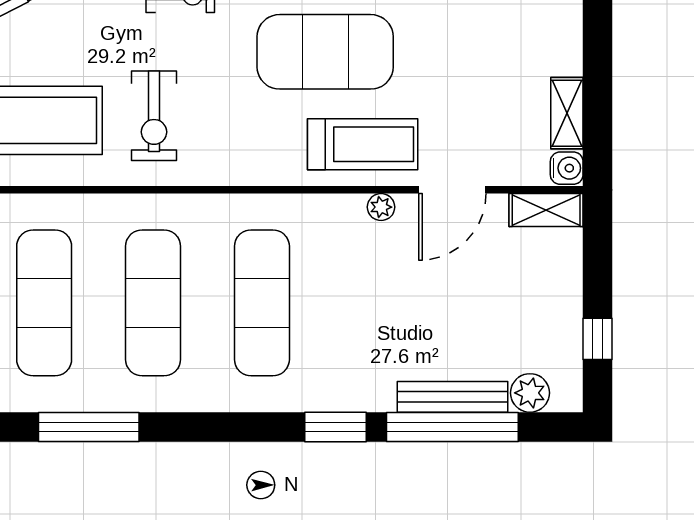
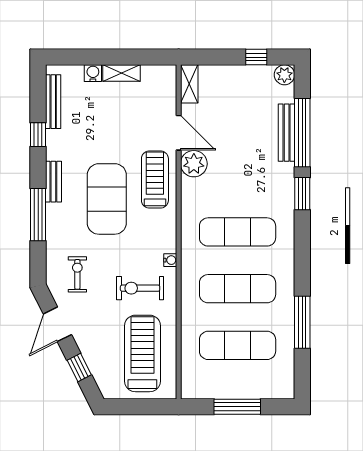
shelving: (567, 113) -> (122, 73), moved
exercise bike: (154, 116) -> (140, 288), turned 180
water cooler: (567, 168) -> (93, 73), moved
water cooler: (208, 174) -> (170, 260), added
plant: (381, 207) -> (194, 164), width x1.87, depth x1.87
plant: (530, 393) -> (284, 75), moved

